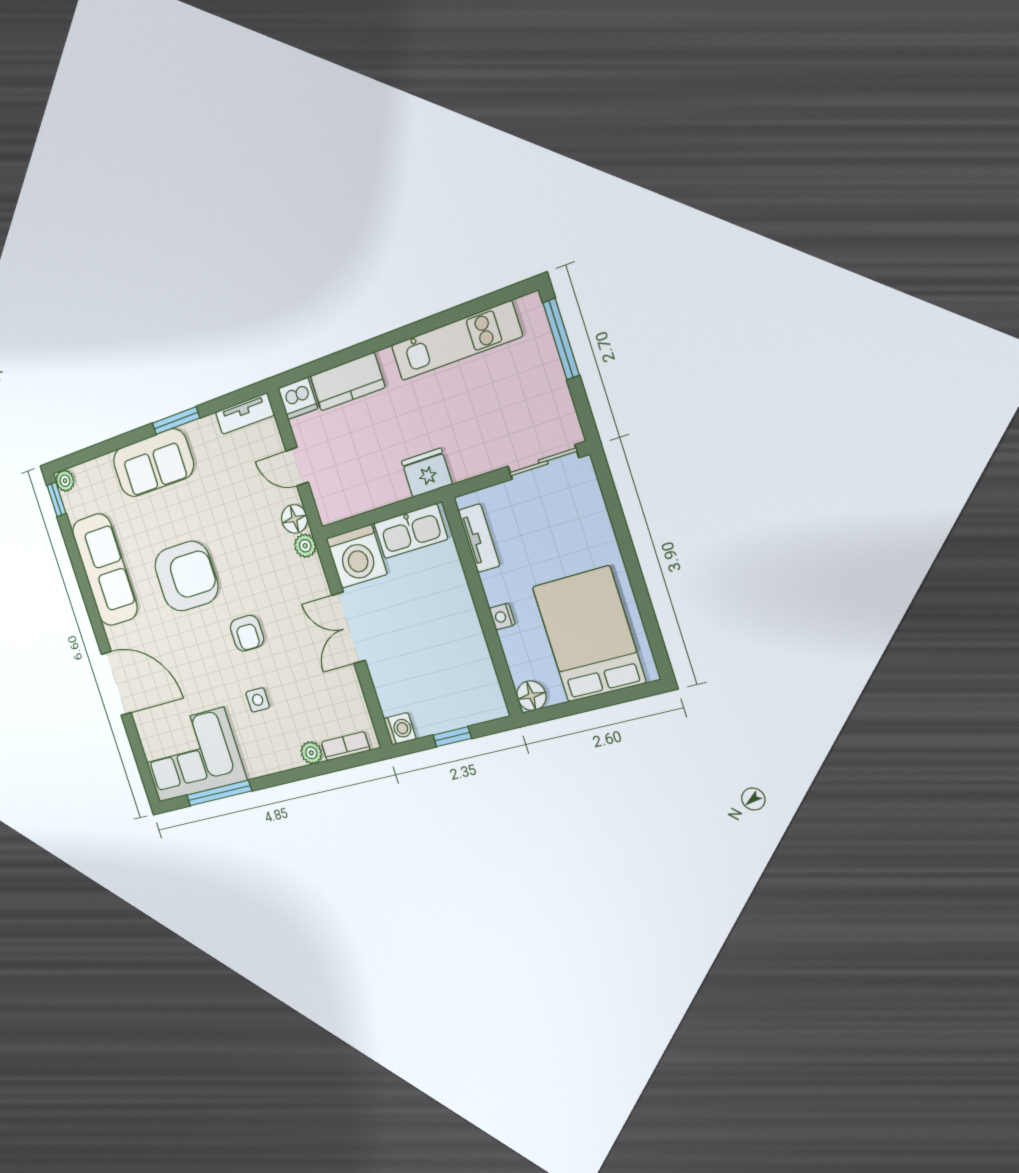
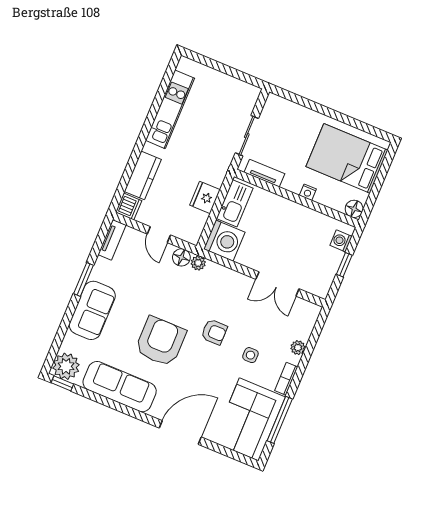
window: (561, 339) -> (210, 63), removed
sliding door: (543, 462) -> (247, 136), moved
door: (297, 467) -> (159, 235), hinge flipped
fridge: (427, 473) -> (205, 197), moved
plant: (65, 481) -> (66, 366), width x1.88, depth x1.88
double door: (349, 628) -> (277, 284), moved
washing machine: (400, 729) -> (341, 241), moved, turned -90
bookcase: (346, 746) -> (286, 379), moved

